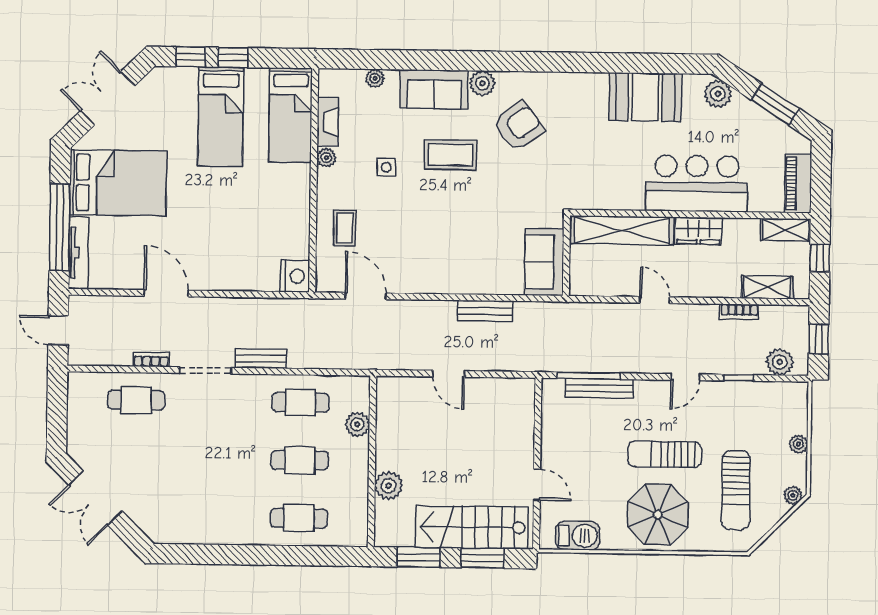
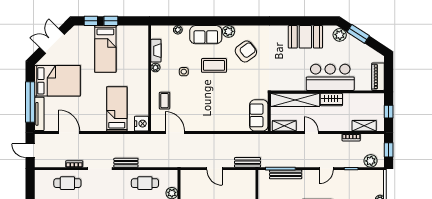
window: (775, 104) -> (358, 34), moved
bed: (290, 115) -> (117, 109), moved, turned 180
shelving: (786, 230) -> (284, 126), moved
door: (166, 293) -> (69, 132), moved
bench: (485, 311) -> (248, 162), moved

